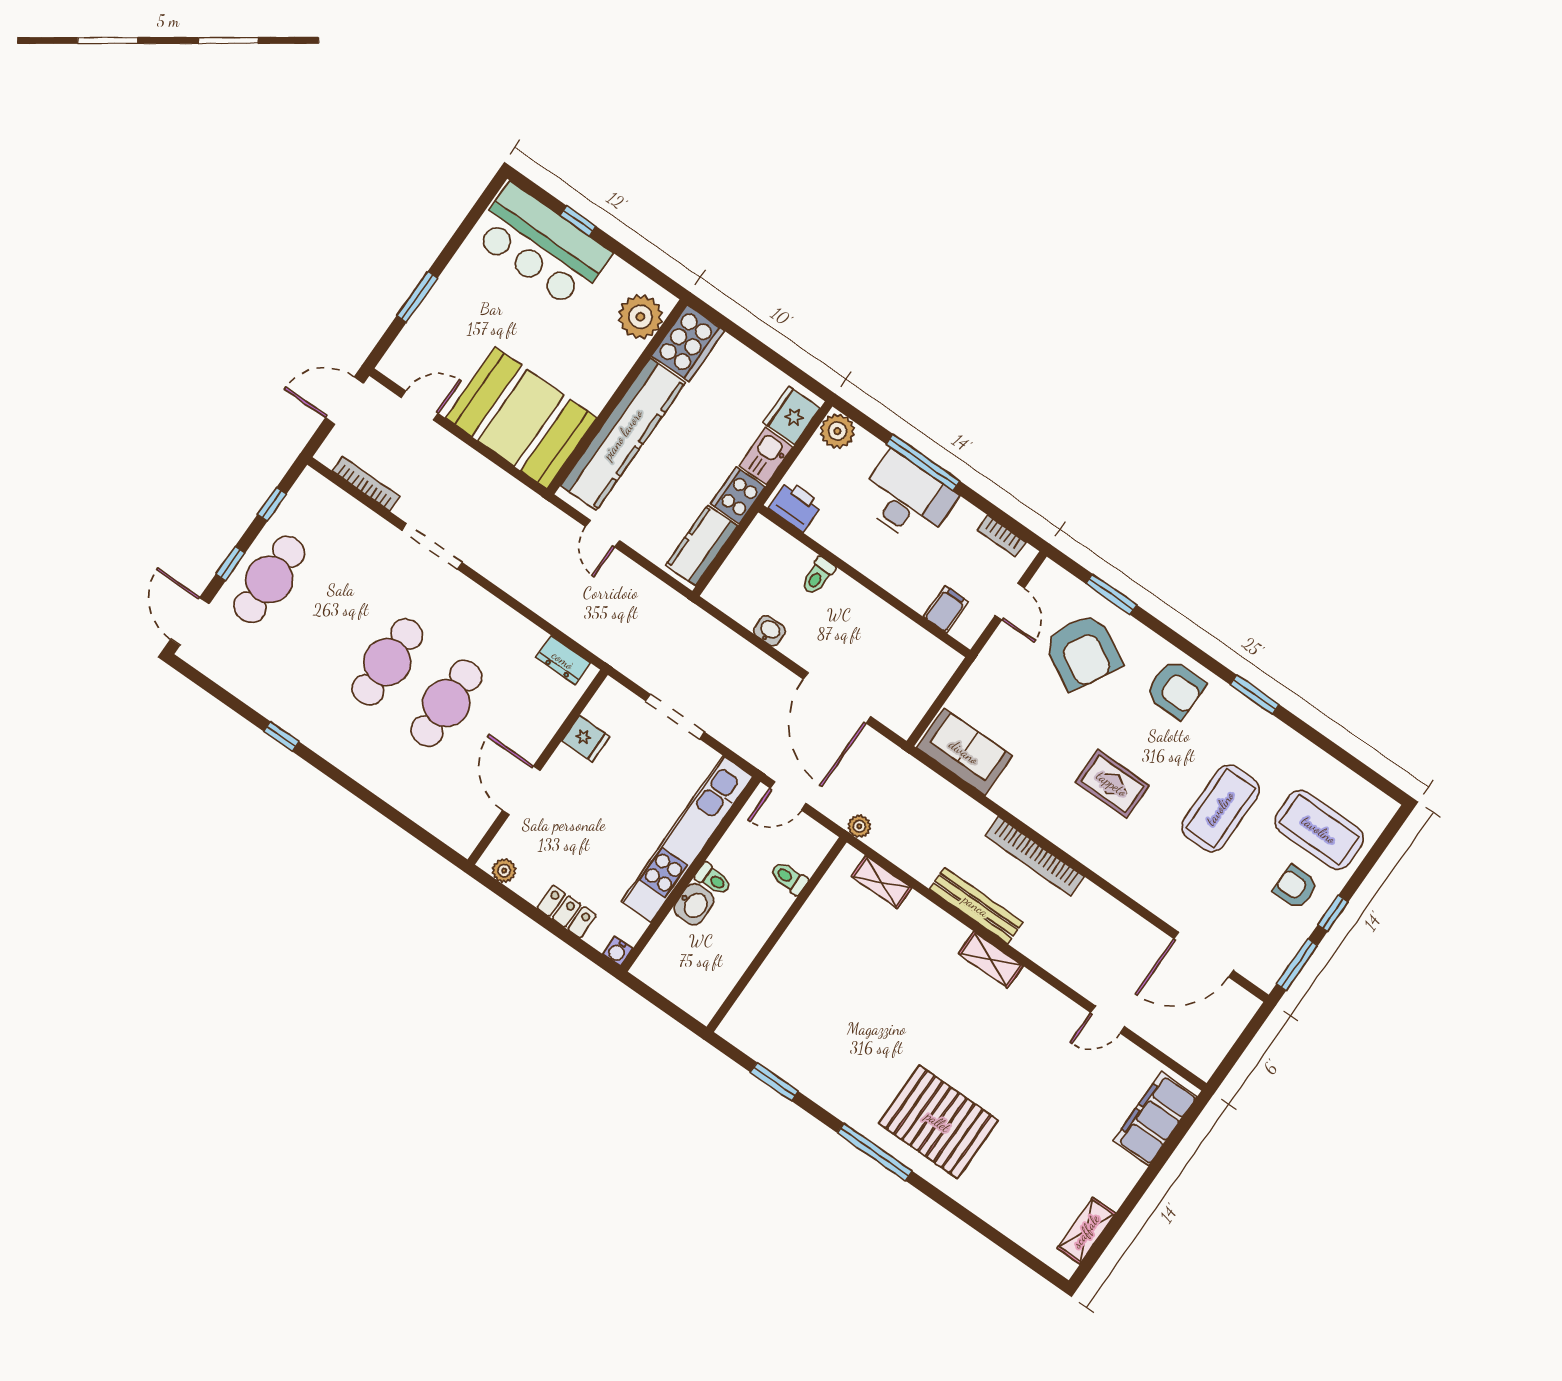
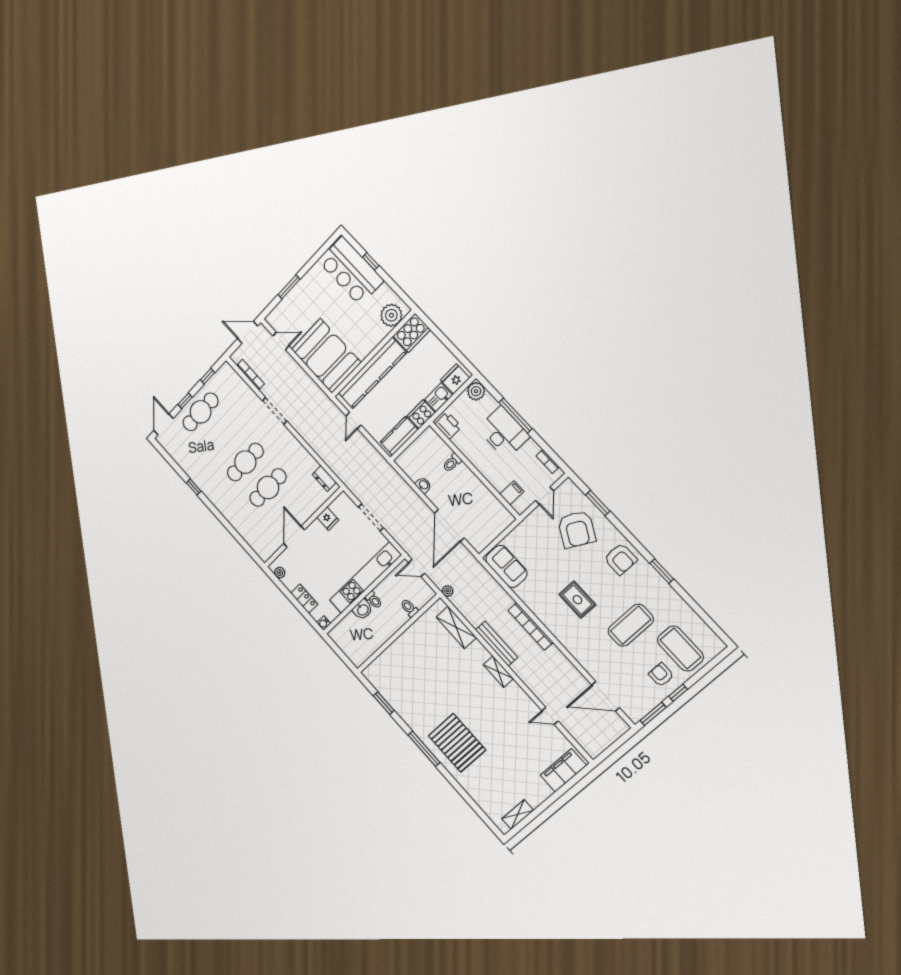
shelving: (882, 882) -> (456, 627), width x1.50, depth x1.33

